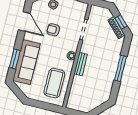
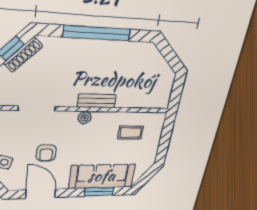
door: (24, 21) -> (41, 194), hinge flipped
window: (120, 68) -> (97, 33), width x1.46
coffee table: (54, 83) -> (130, 133), width x0.54, depth x0.58

